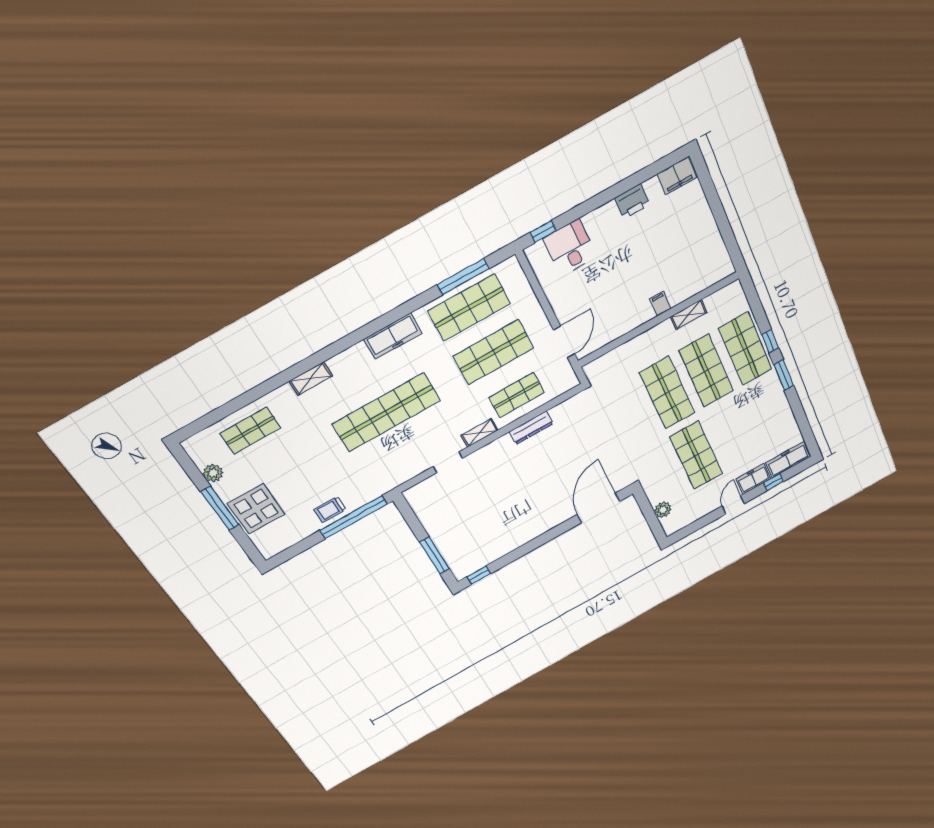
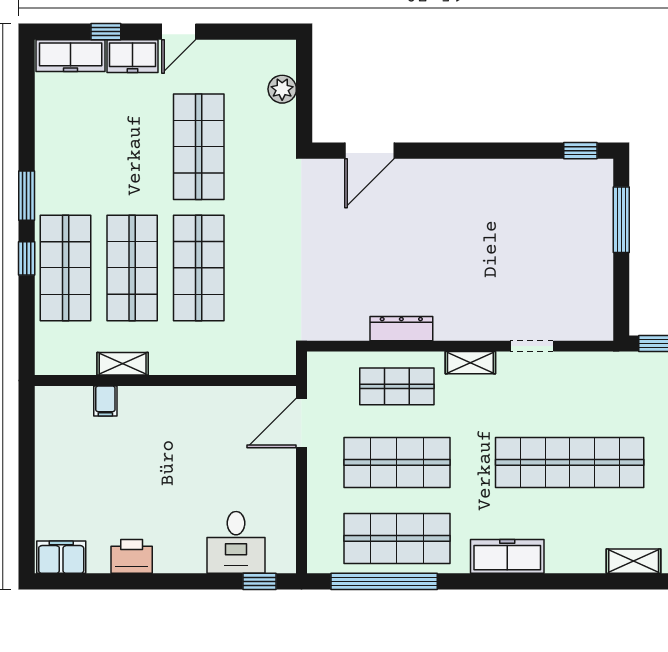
window: (463, 277) -> (384, 581), width x1.46
filing cabinet: (660, 304) -> (105, 401), moved
door: (598, 508) -> (369, 151), width x0.73

